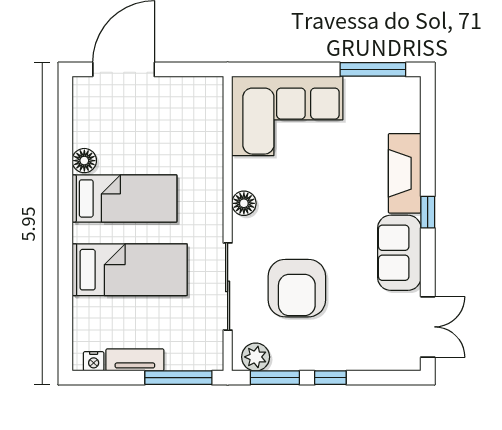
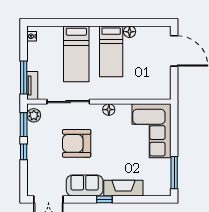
armchair: (297, 288) -> (77, 143), moved
tv unit: (135, 360) -> (32, 86), moved

